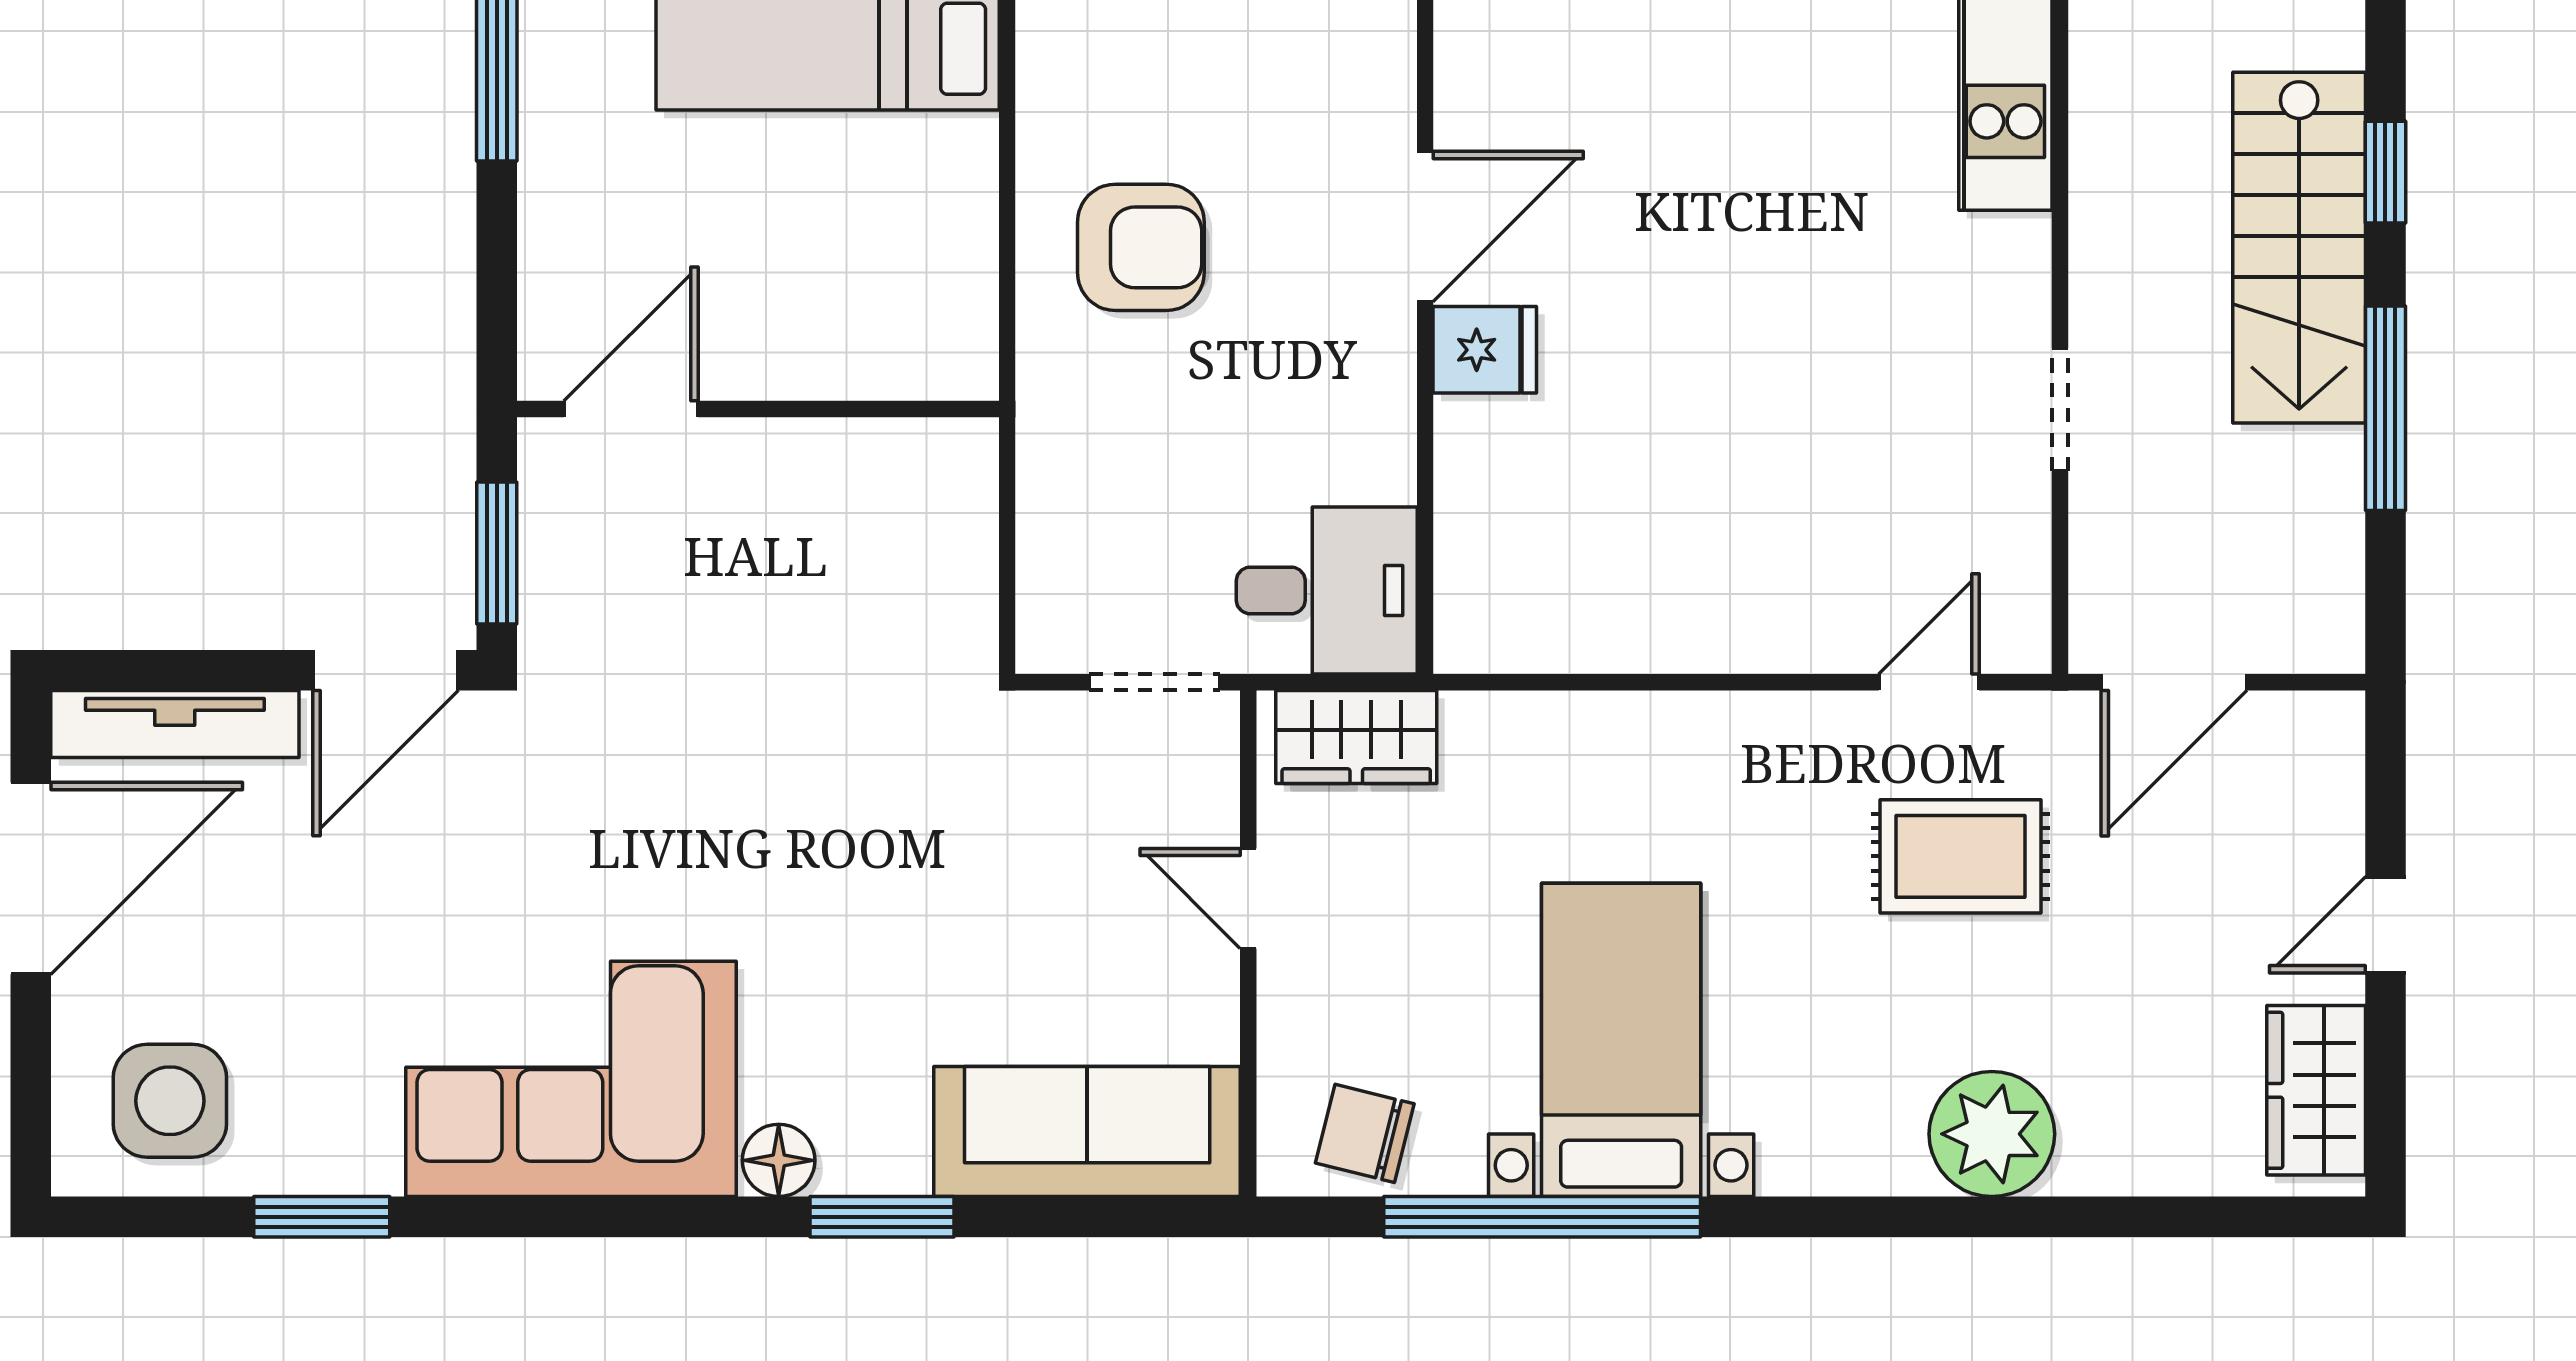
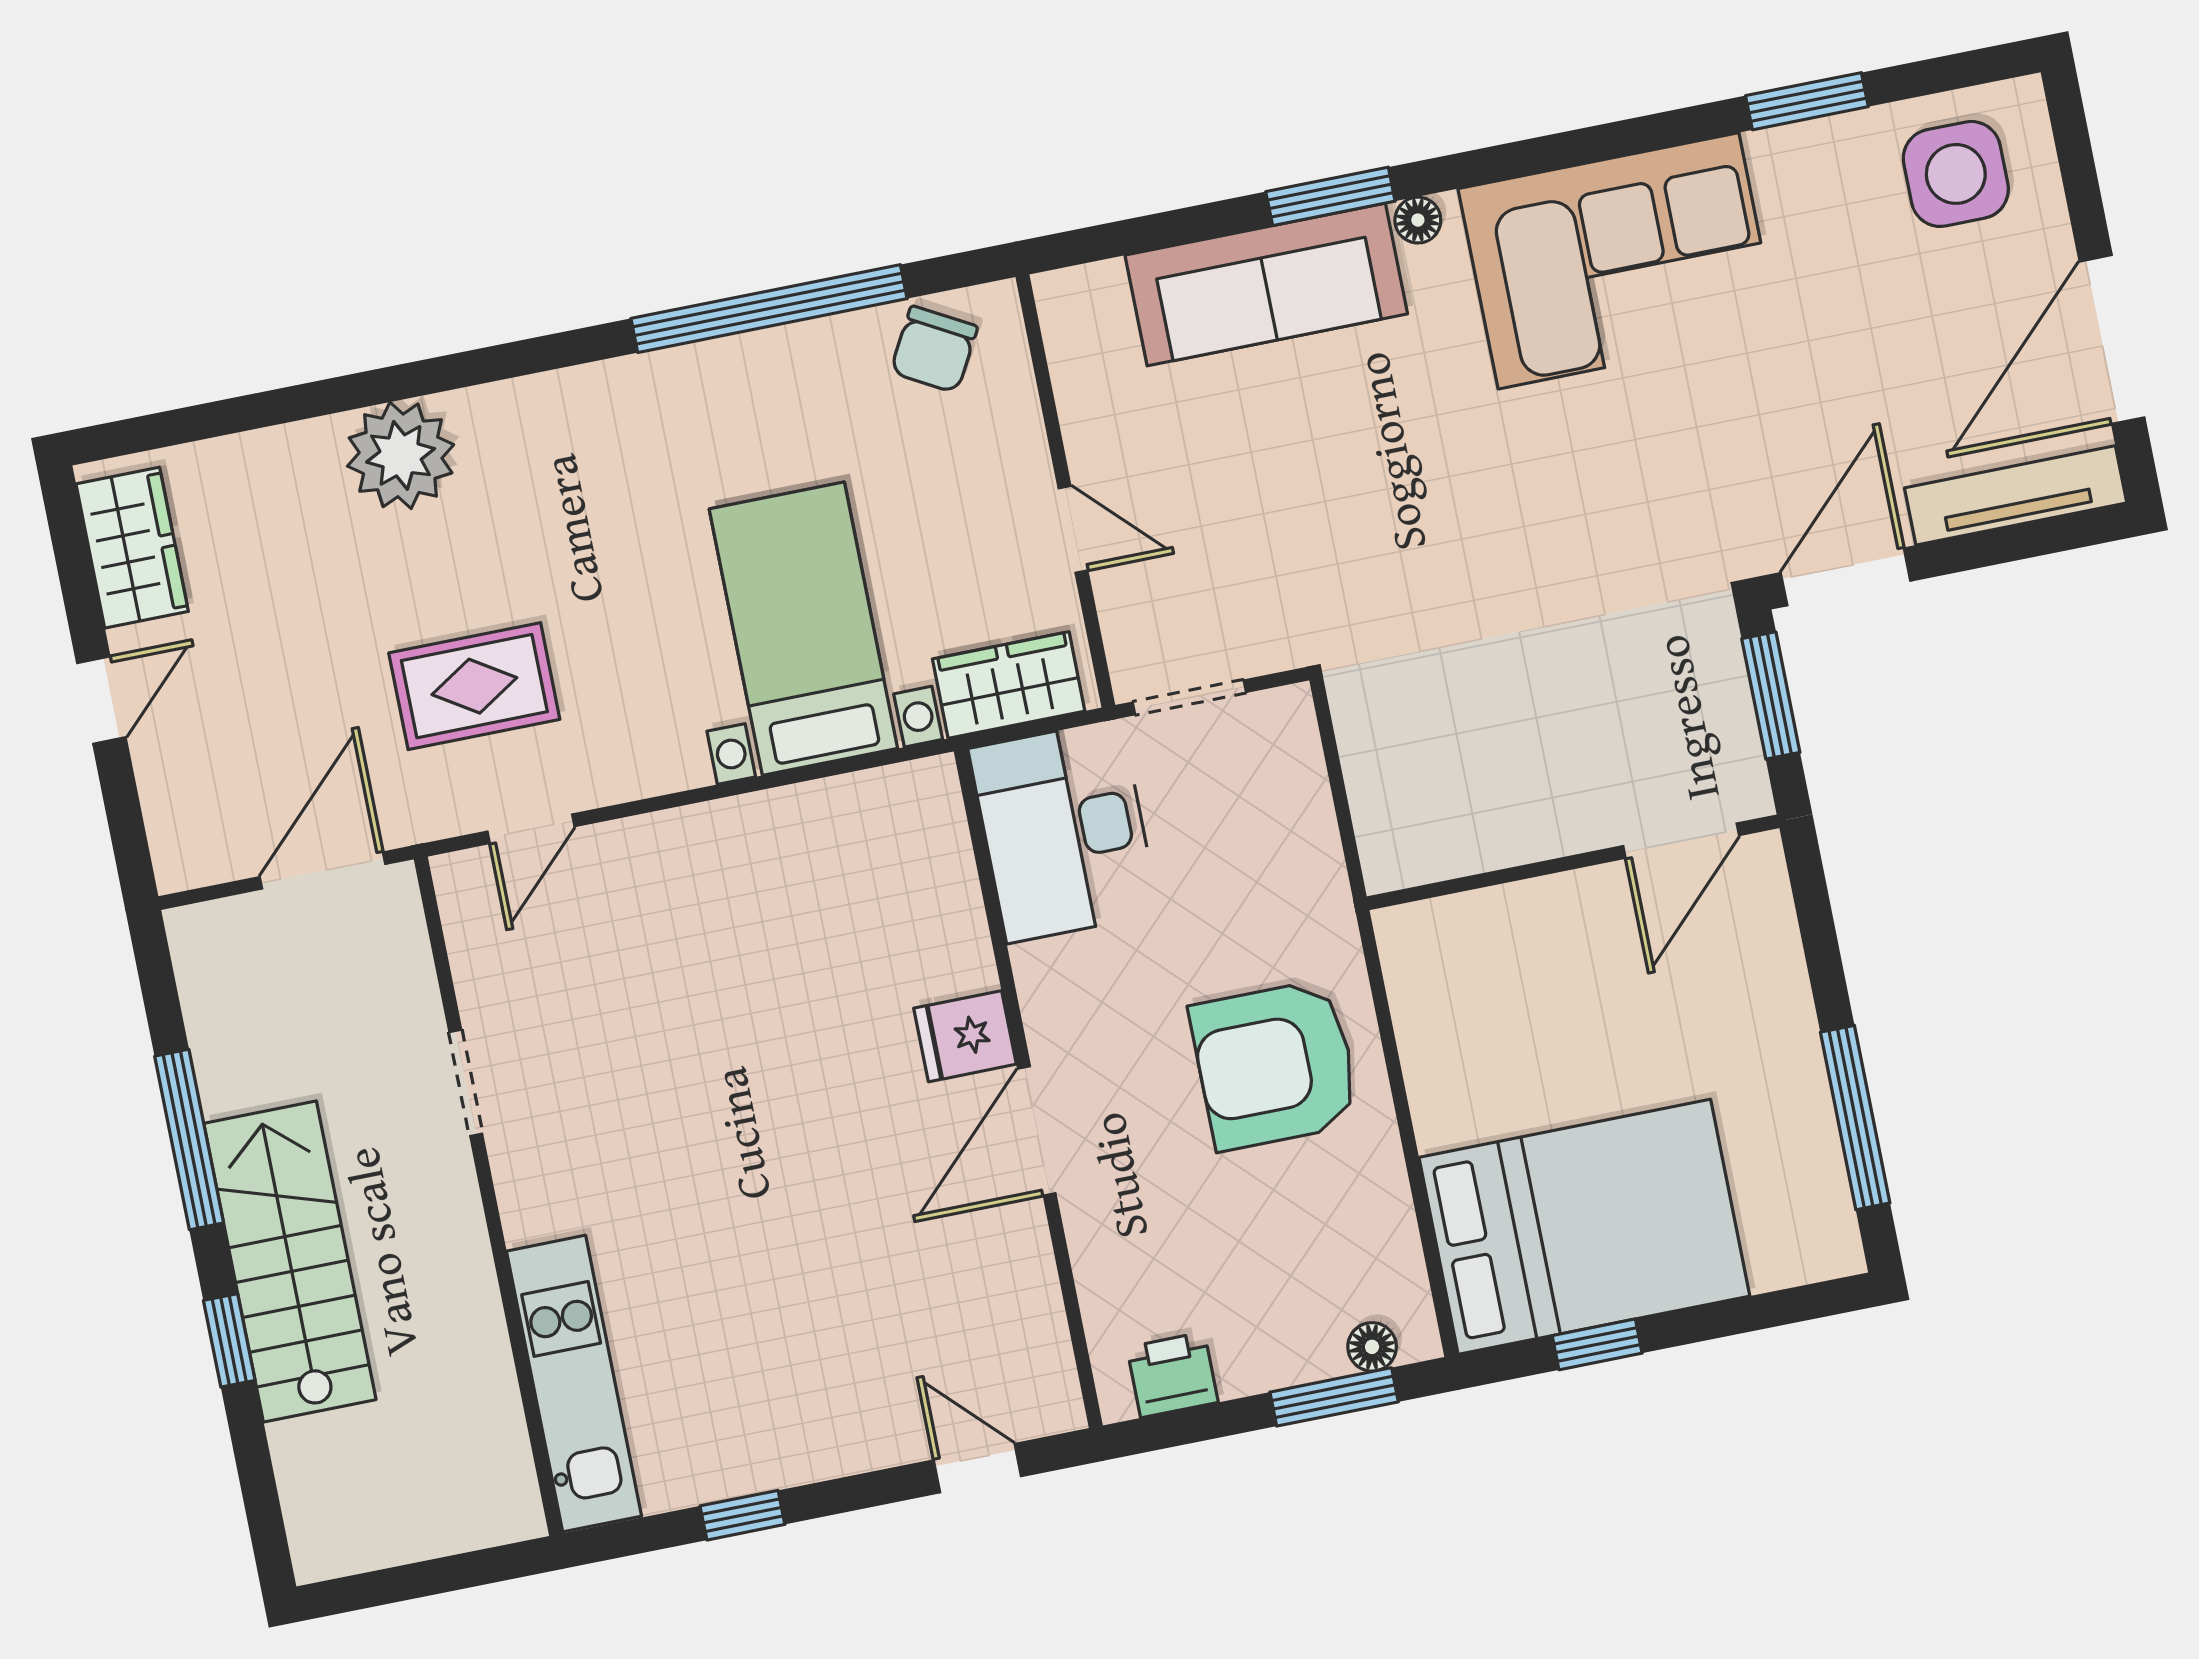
armchair: (1141, 247) -> (1275, 1065), width x1.36, depth x1.36
desk: (1327, 590) -> (1064, 831), width x1.37
bed with nightstands: (1621, 1040) -> (803, 629), moved, turned 180
sofa: (1087, 1132) -> (1266, 285), moved
chair: (1365, 1133) -> (934, 349), turned 105
floor lamp: (779, 1160) -> (1418, 220), width x0.73, depth x0.73

